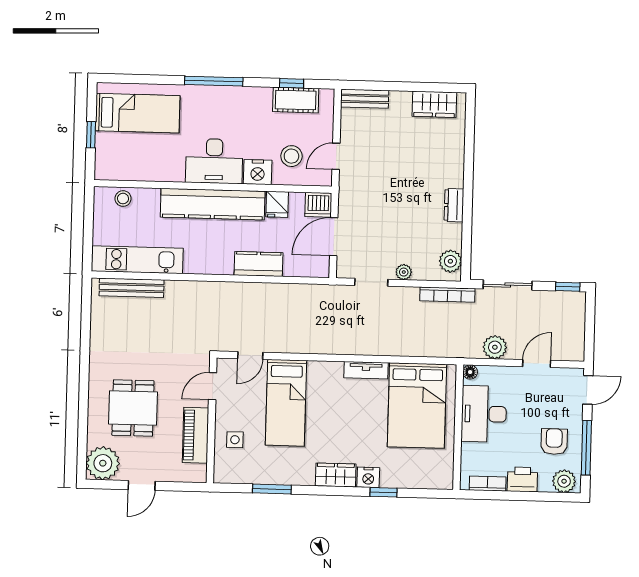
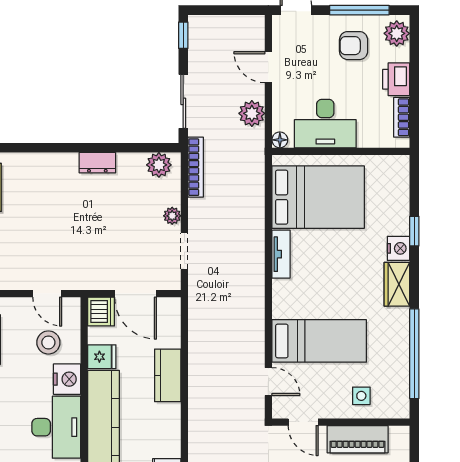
window: (272, 489) -> (414, 354), width x2.11

